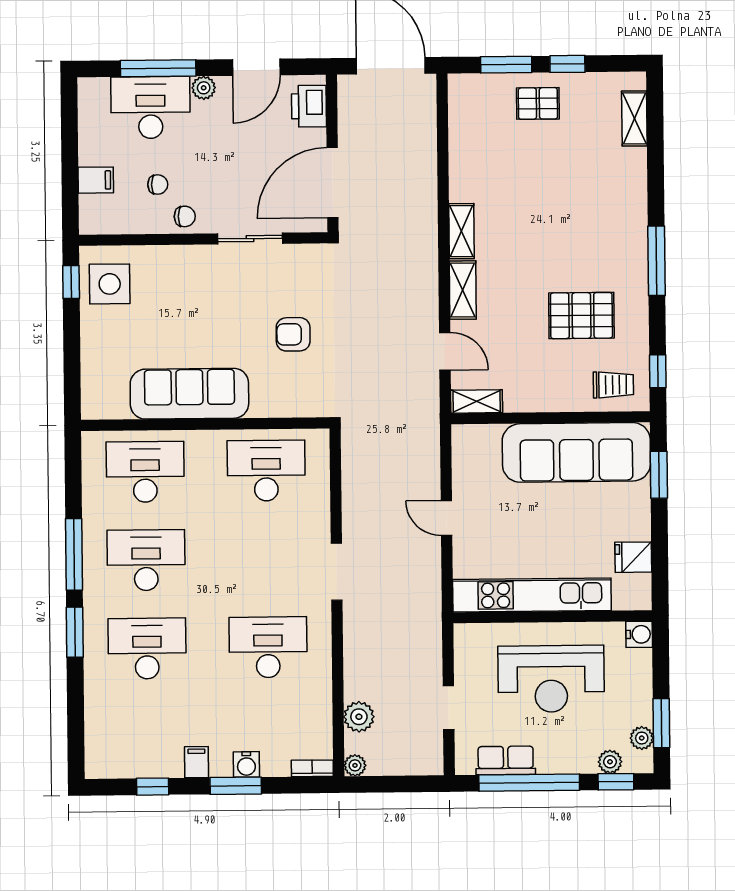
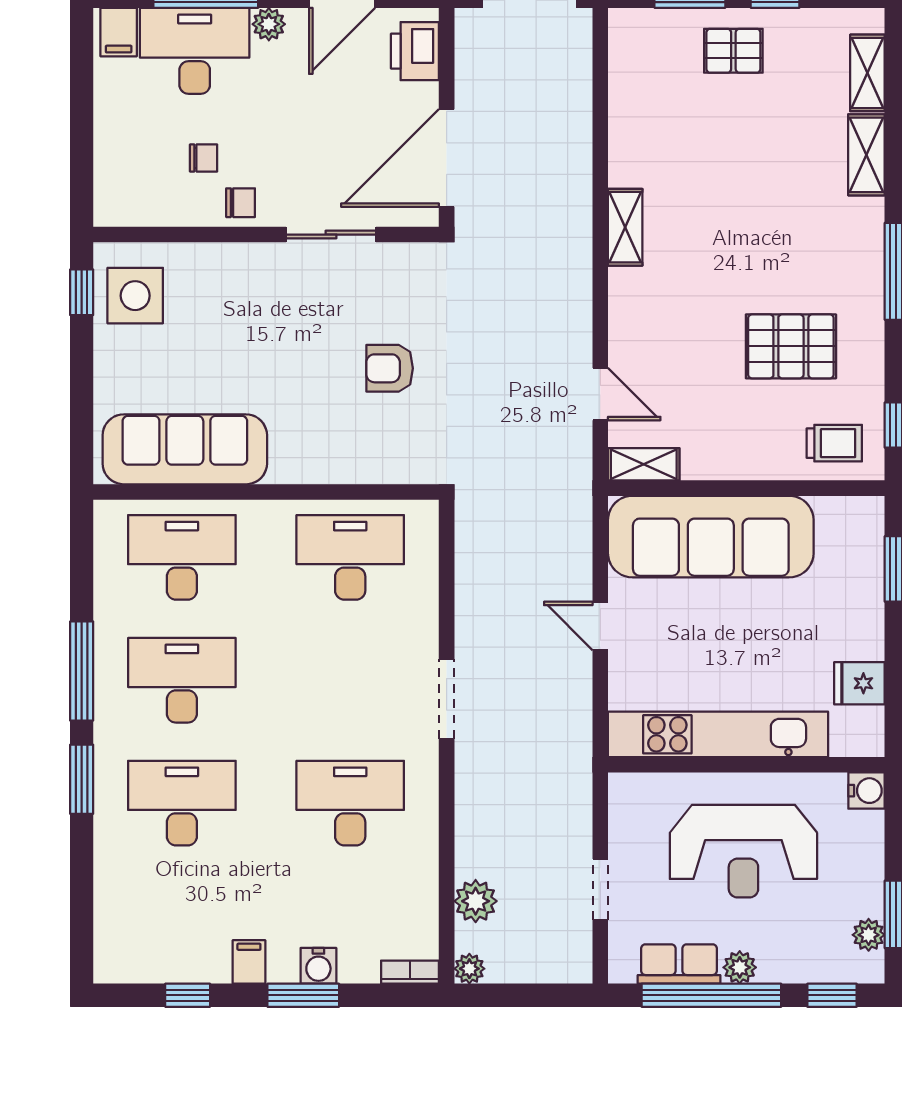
filing cabinet: (96, 180) -> (119, 32), moved, turned 90
shelving: (463, 290) -> (866, 155), moved
sofa: (189, 394) -> (185, 449), moved
sofa: (576, 452) -> (711, 537), moved
plant: (610, 762) -> (740, 967), moved

